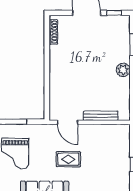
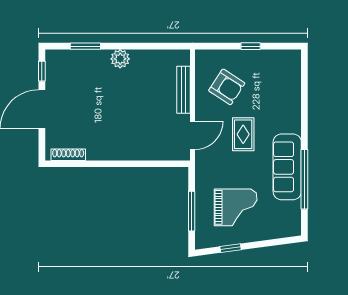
armchair: (103, 147) -> (227, 87), added

